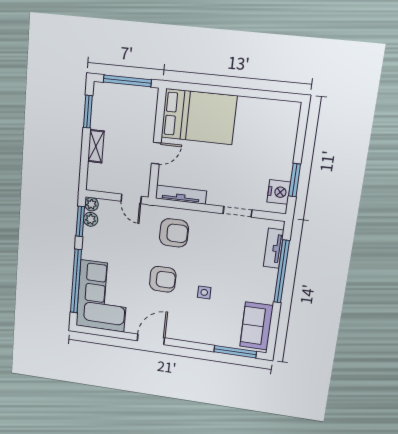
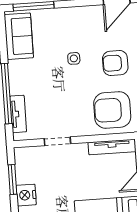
nightstand: (279, 192) -> (26, 195), moved
armchair: (174, 233) -> (112, 110), width x1.36, depth x1.36

